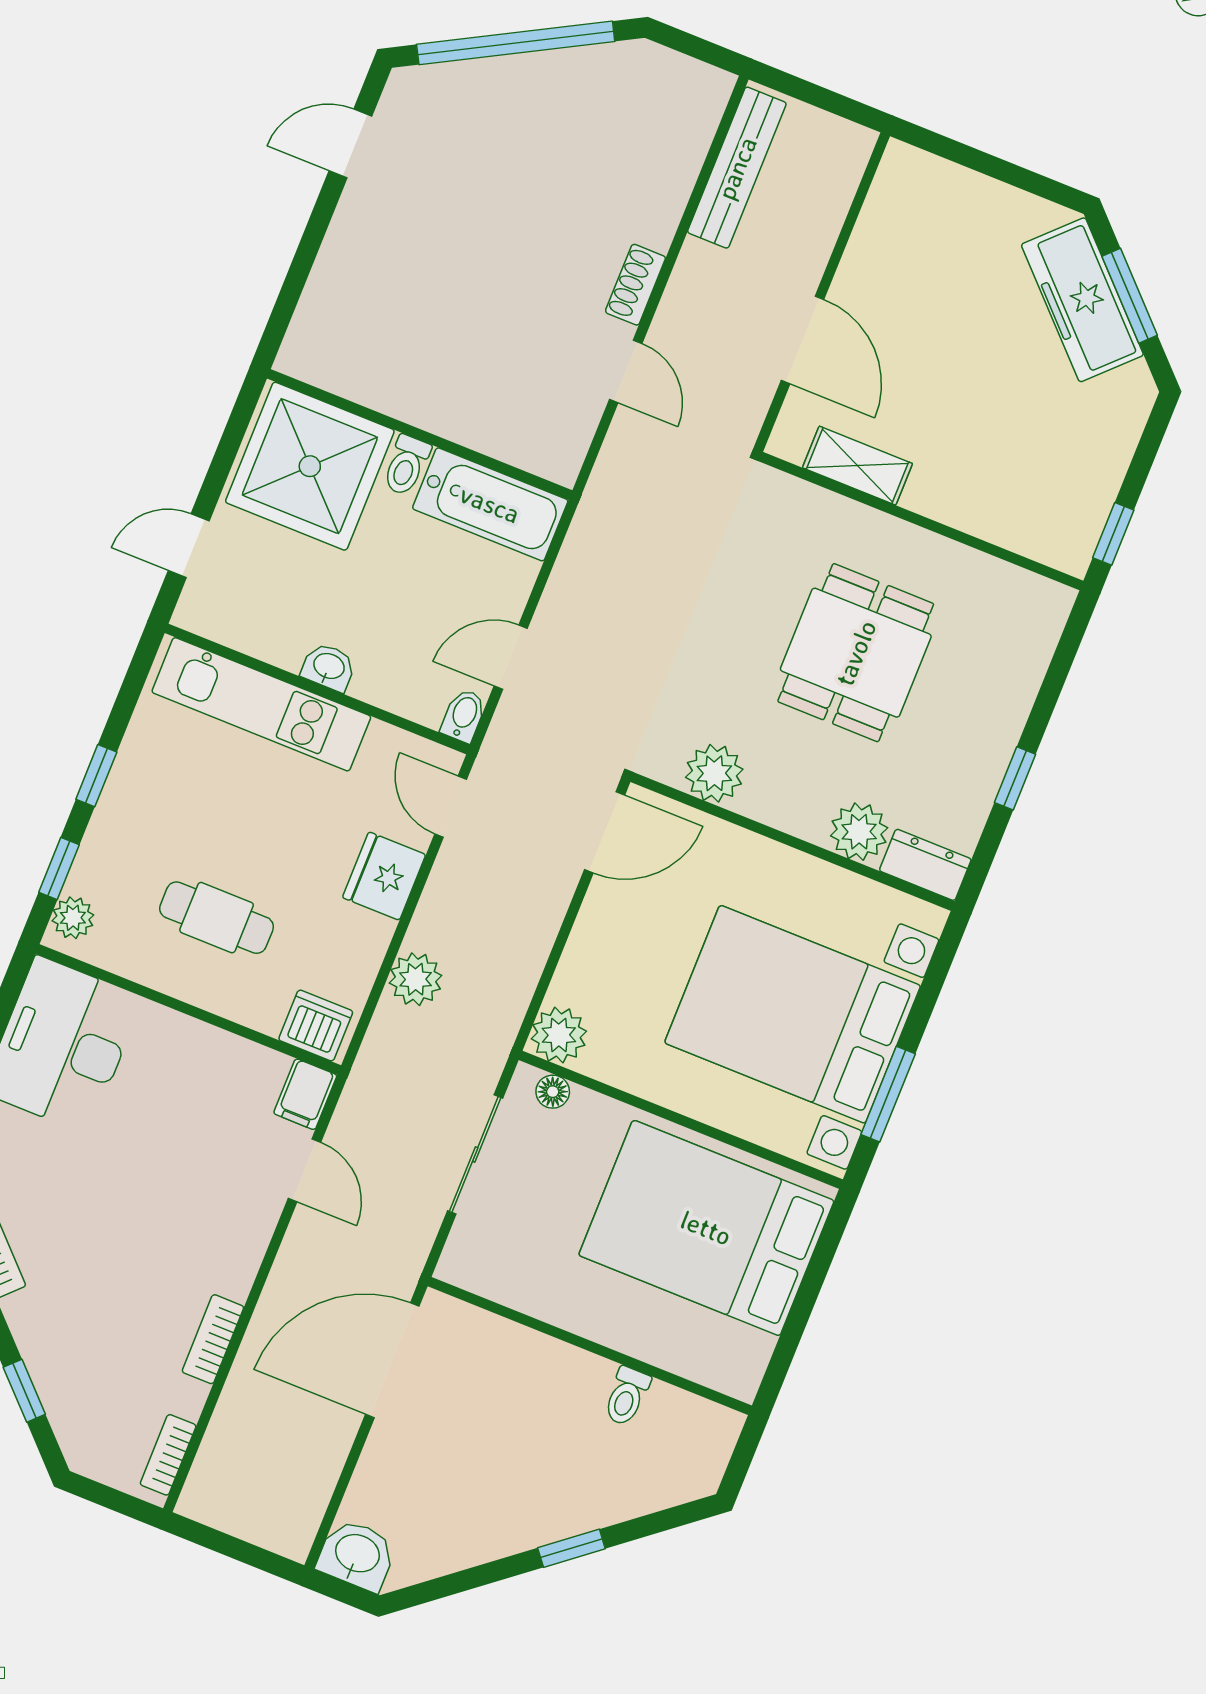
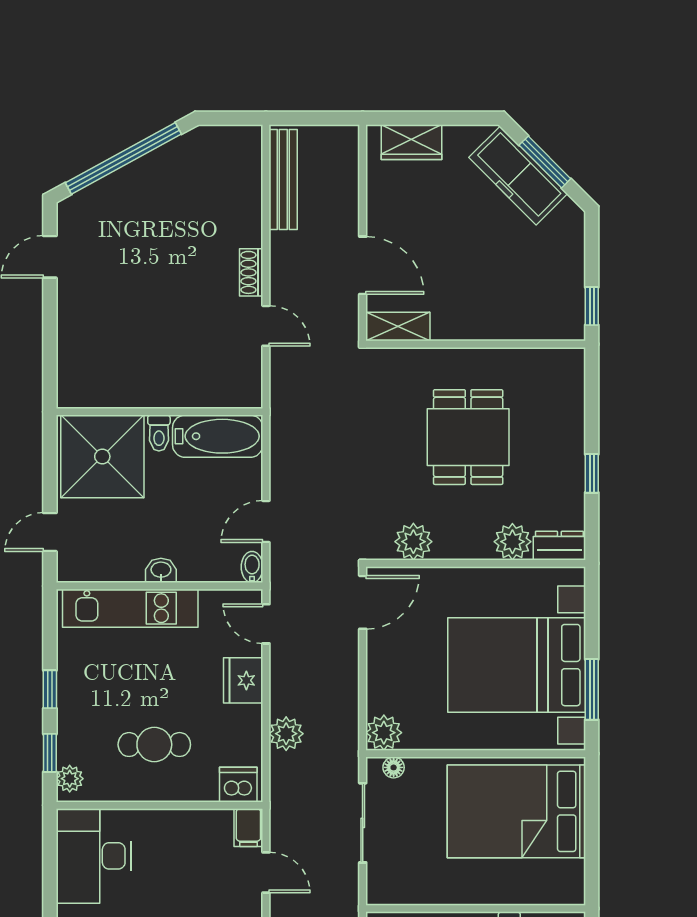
wardrobe: (946, 189) -> (412, 142), added
shelving: (857, 466) -> (398, 326), moved

